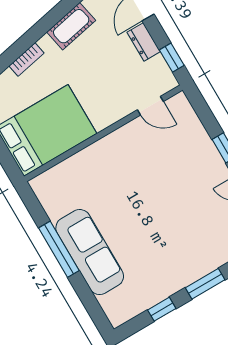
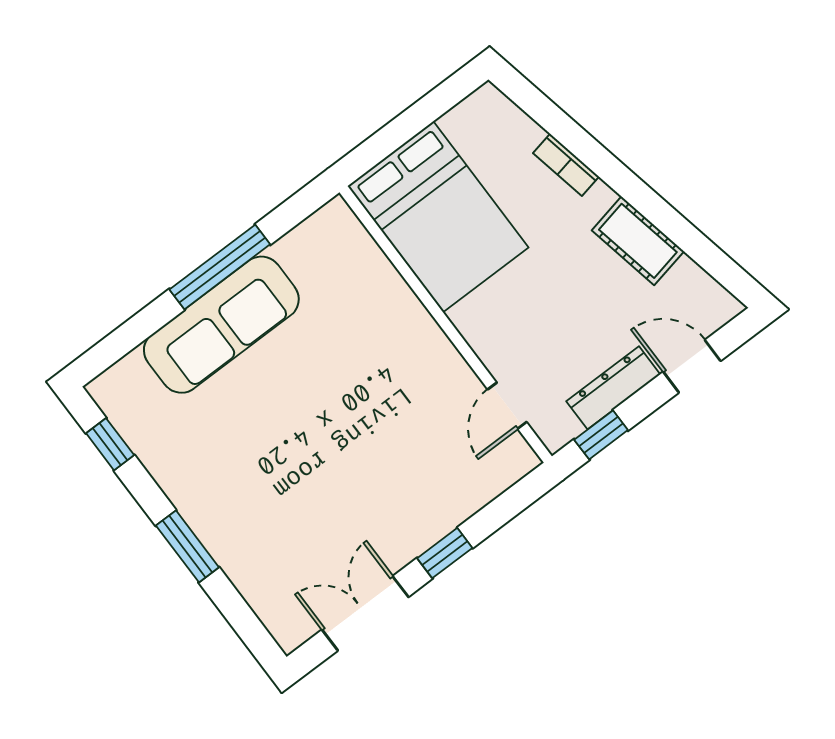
dresser: (144, 42) -> (613, 388), width x1.44
window: (162, 309) -> (110, 444), moved

